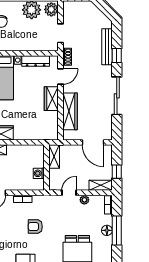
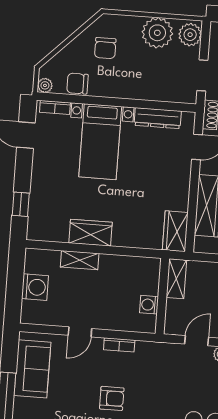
wardrobe: (51, 99) -> (175, 231), moved
armchair: (35, 227) -> (112, 398), moved, turned 180

